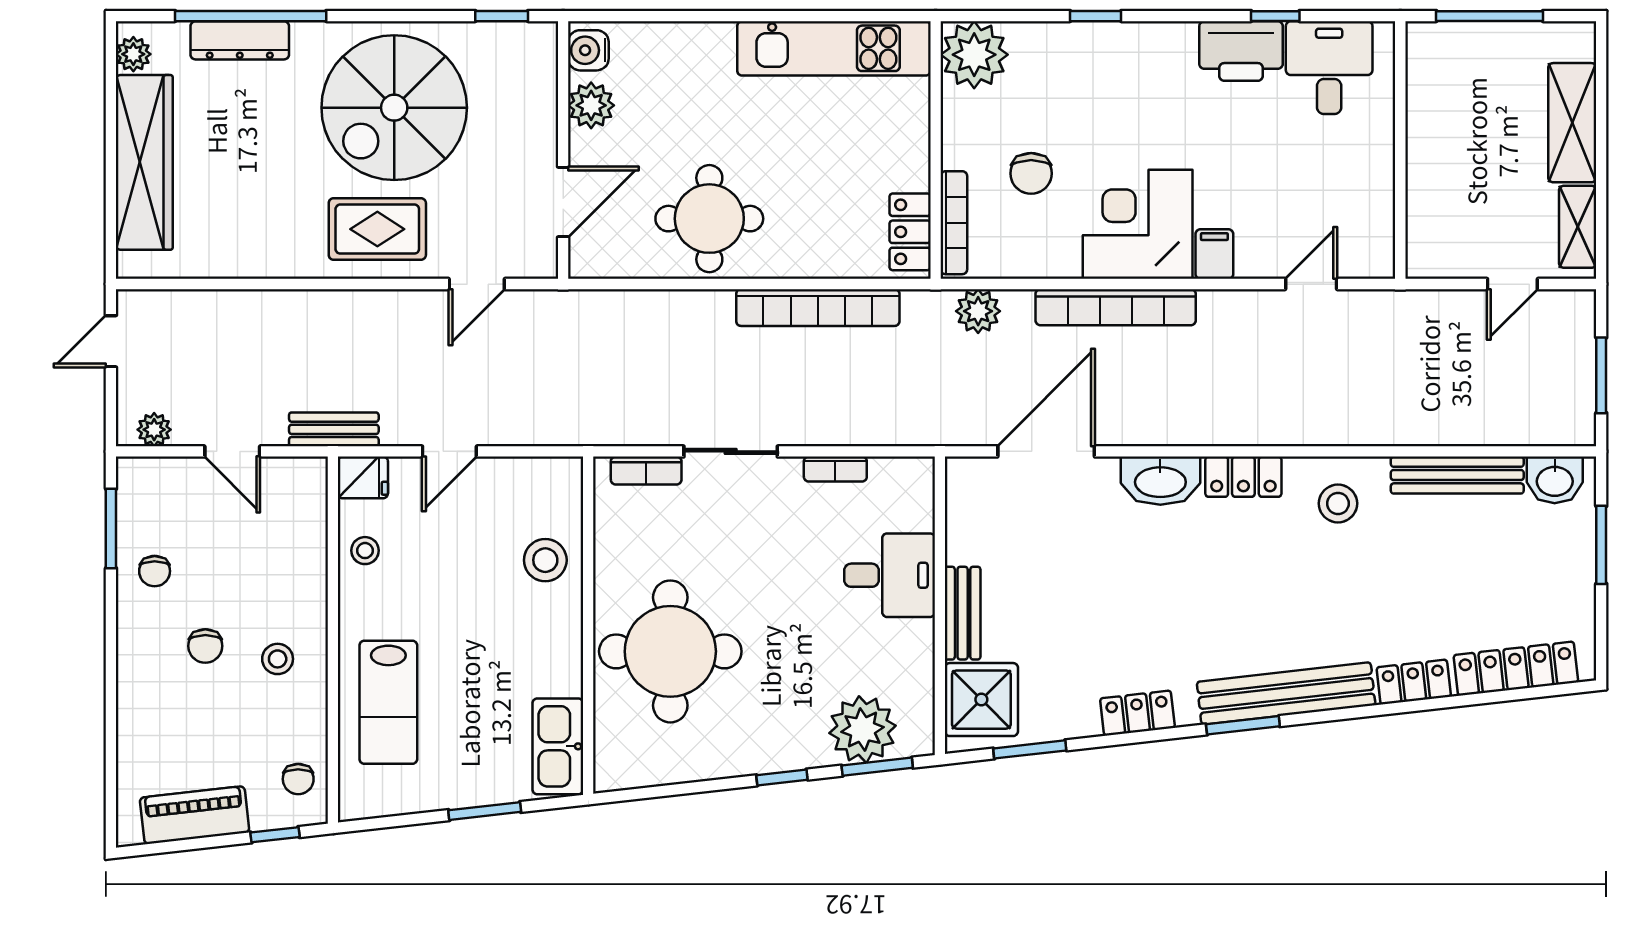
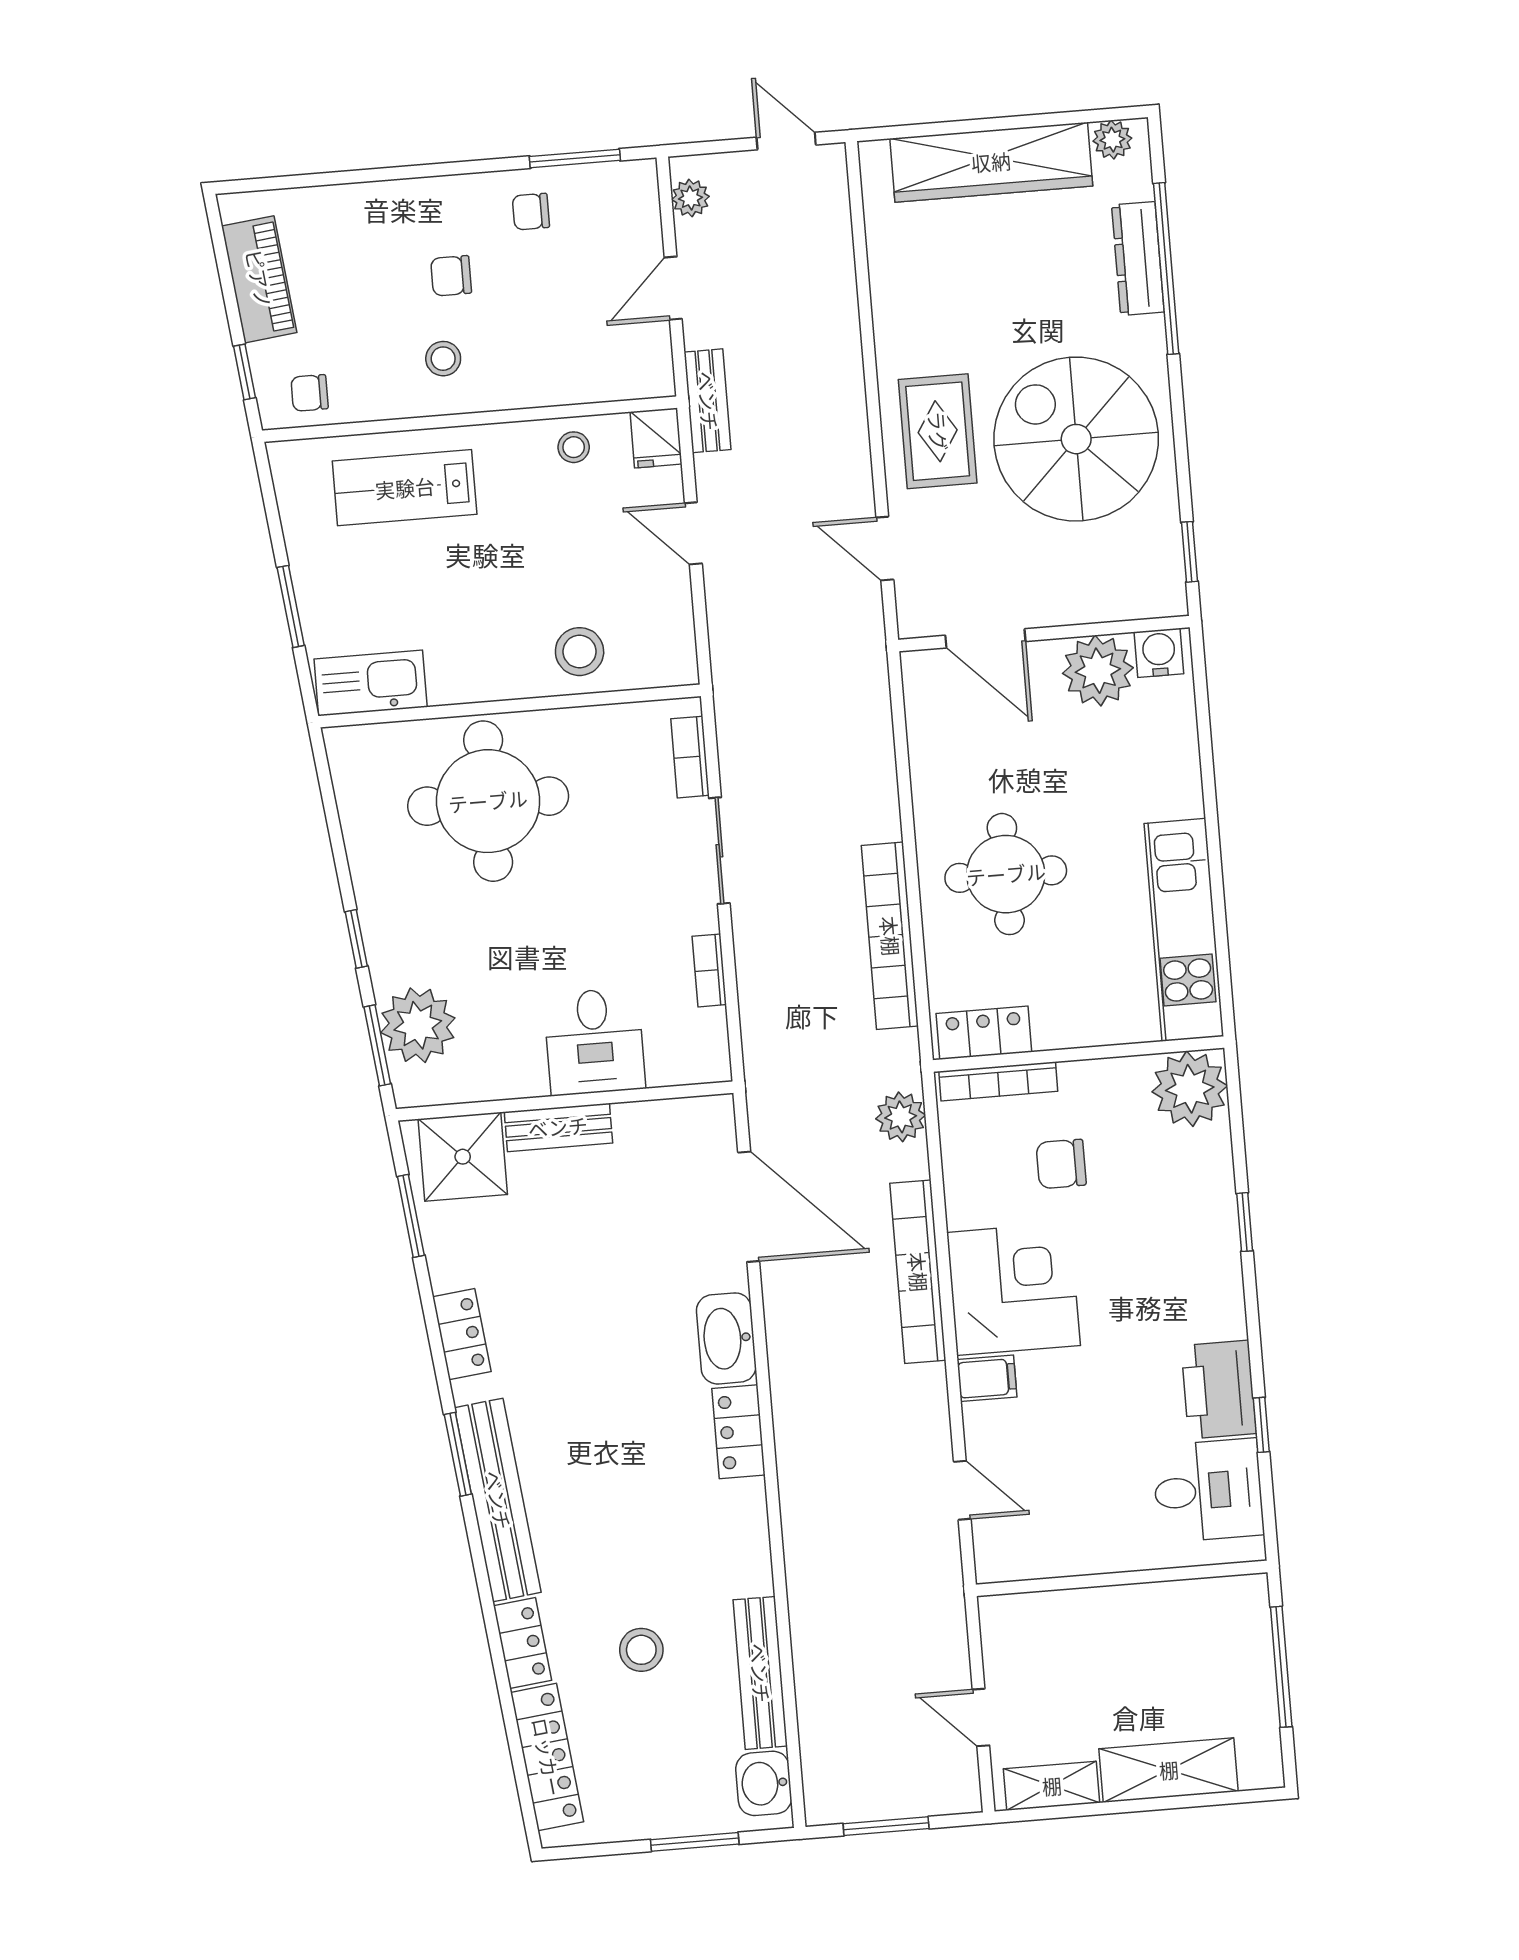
plant: (591, 105) -> (1098, 671), width x1.36, depth x1.36
round table: (709, 219) -> (1006, 874), moved
stool: (1338, 503) -> (641, 1650), moved

